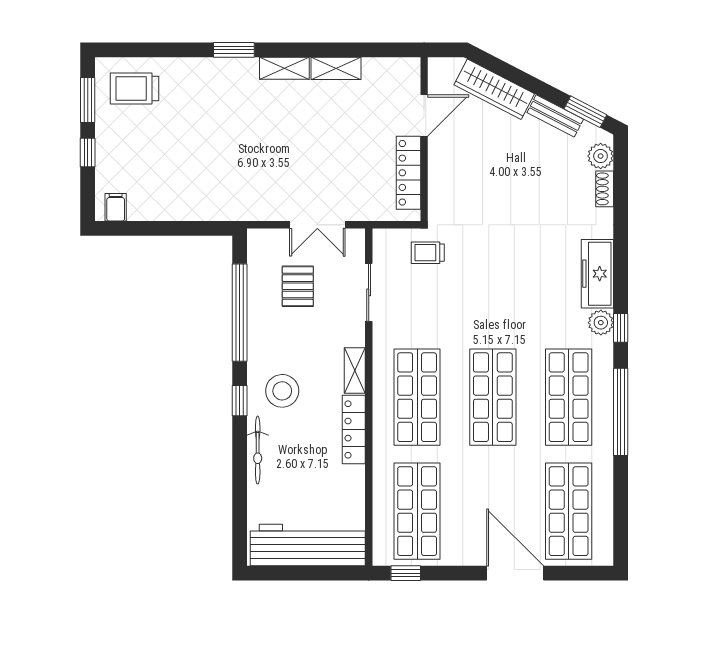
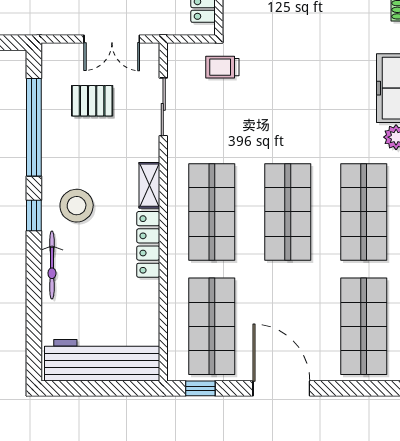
pallet: (298, 286) -> (92, 101), turned 90
door: (515, 573) -> (281, 388), moved

